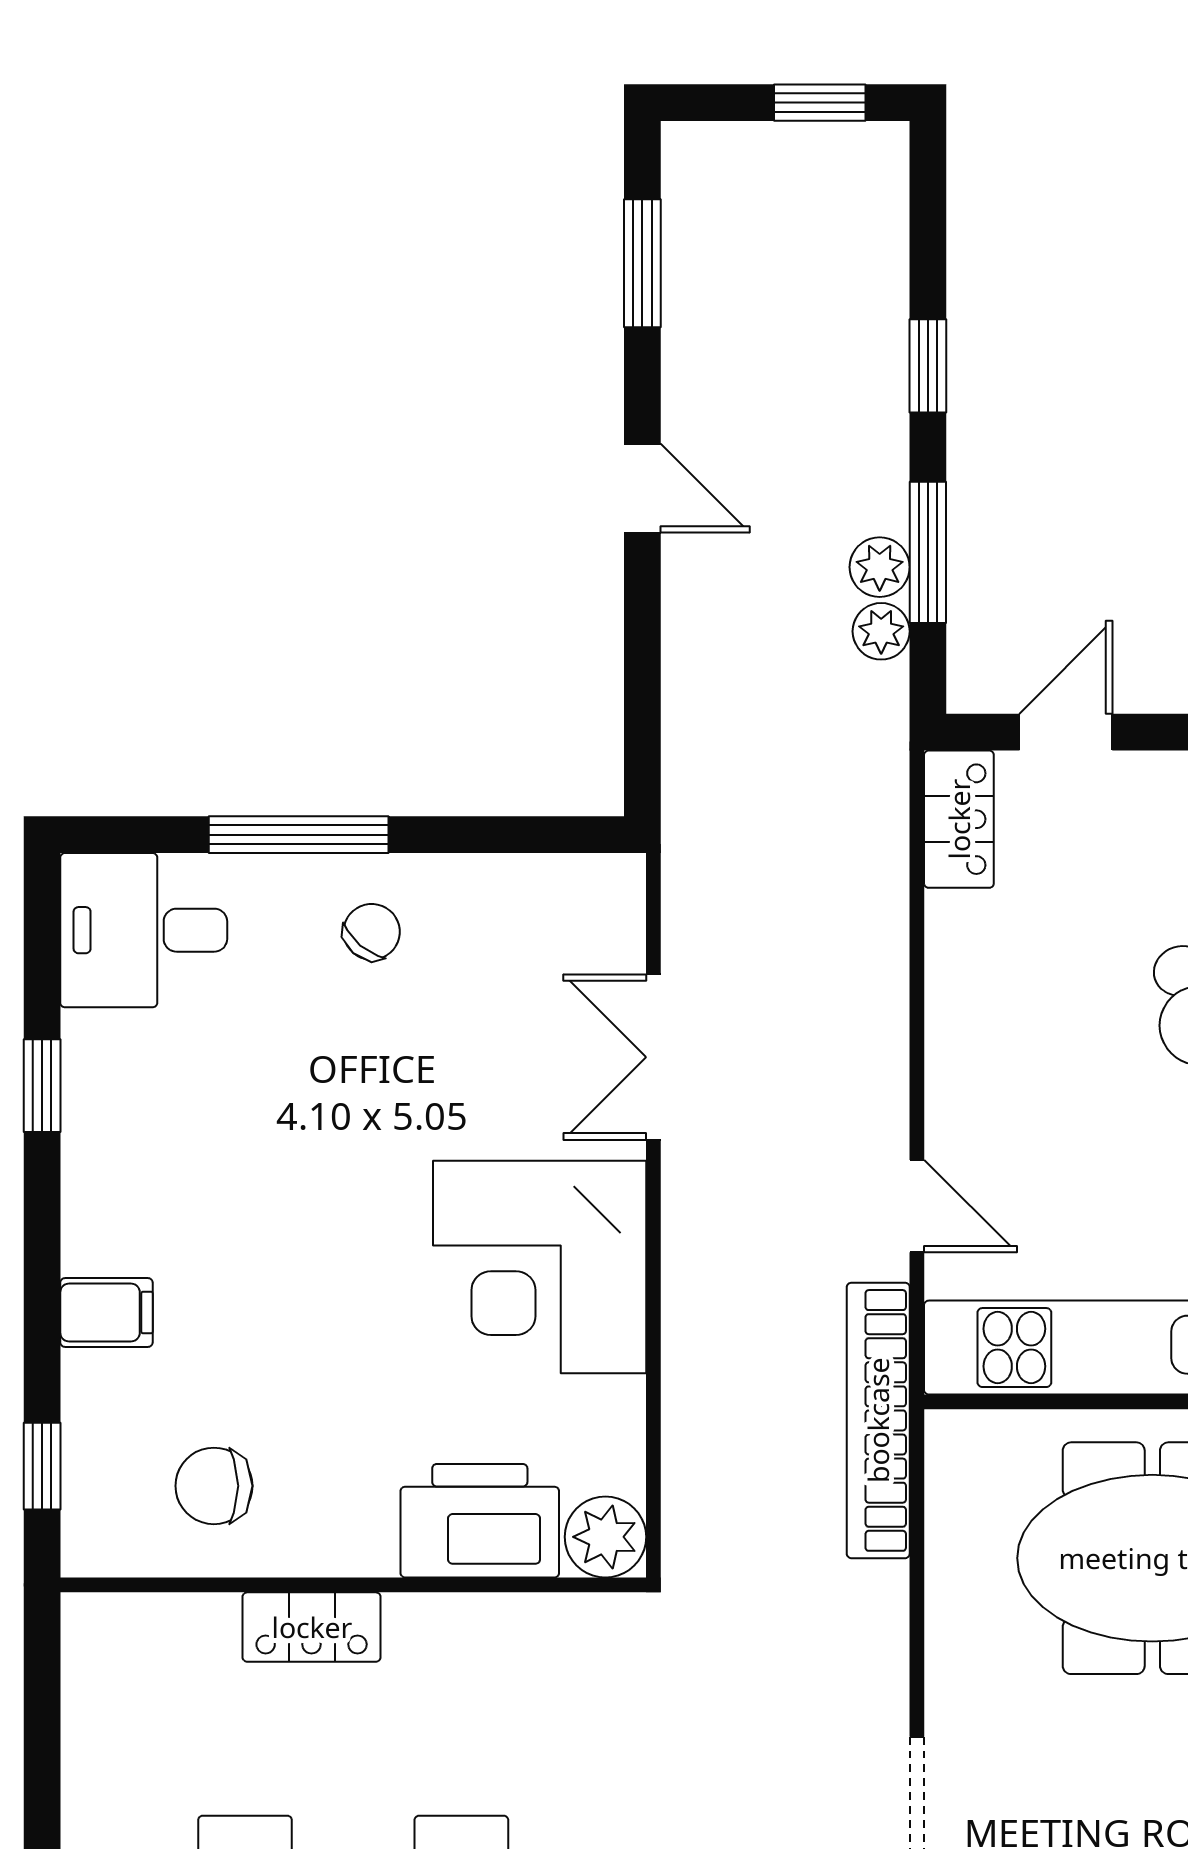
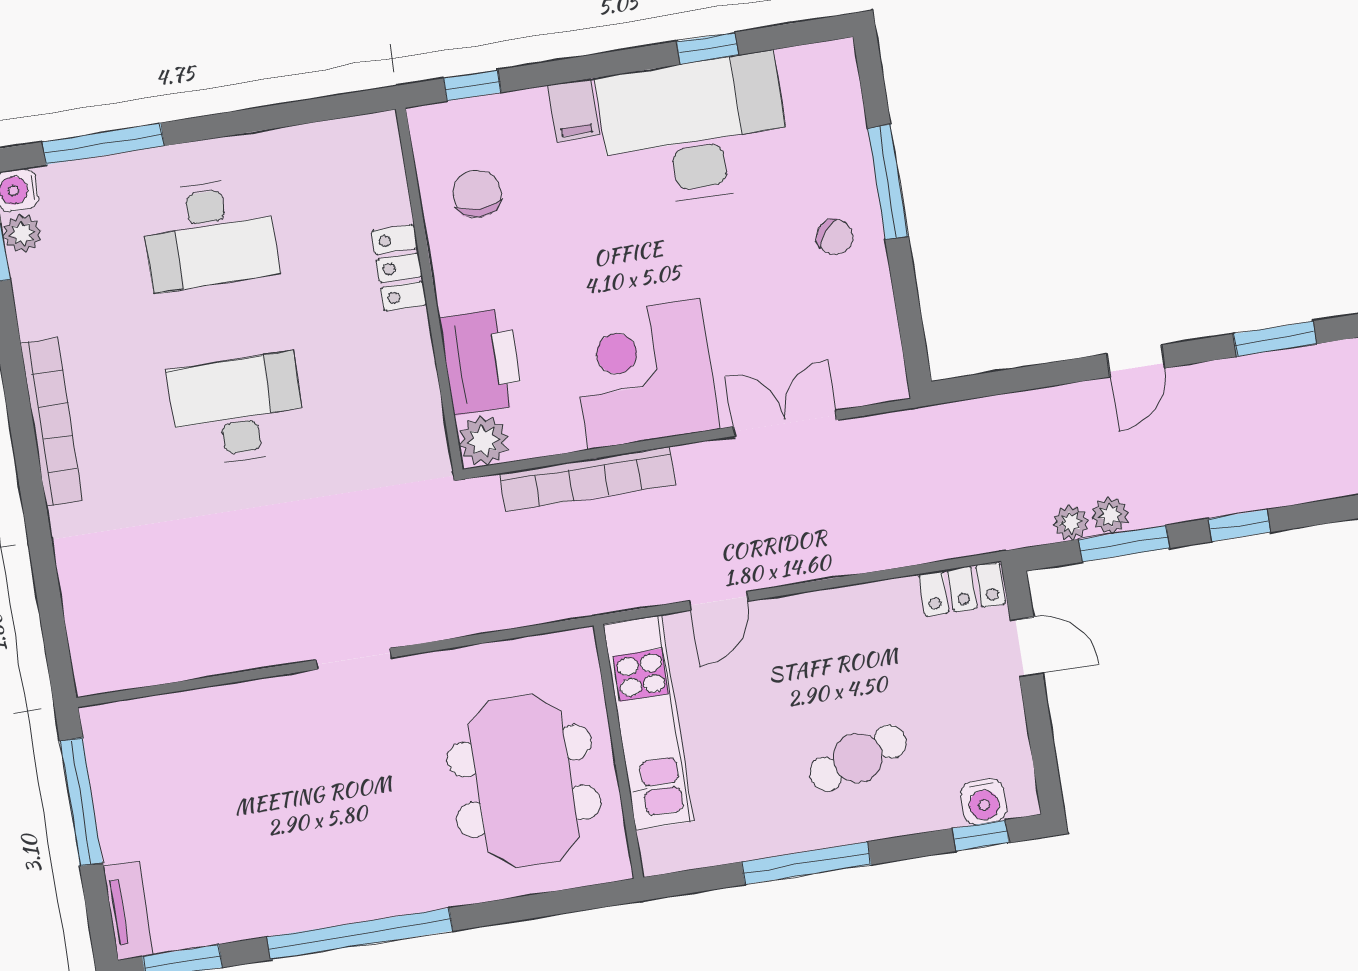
desk: (144, 930) -> (694, 131), moved, width x1.87, depth x1.30
bookcase: (878, 1420) -> (588, 479), moved, turned 180

